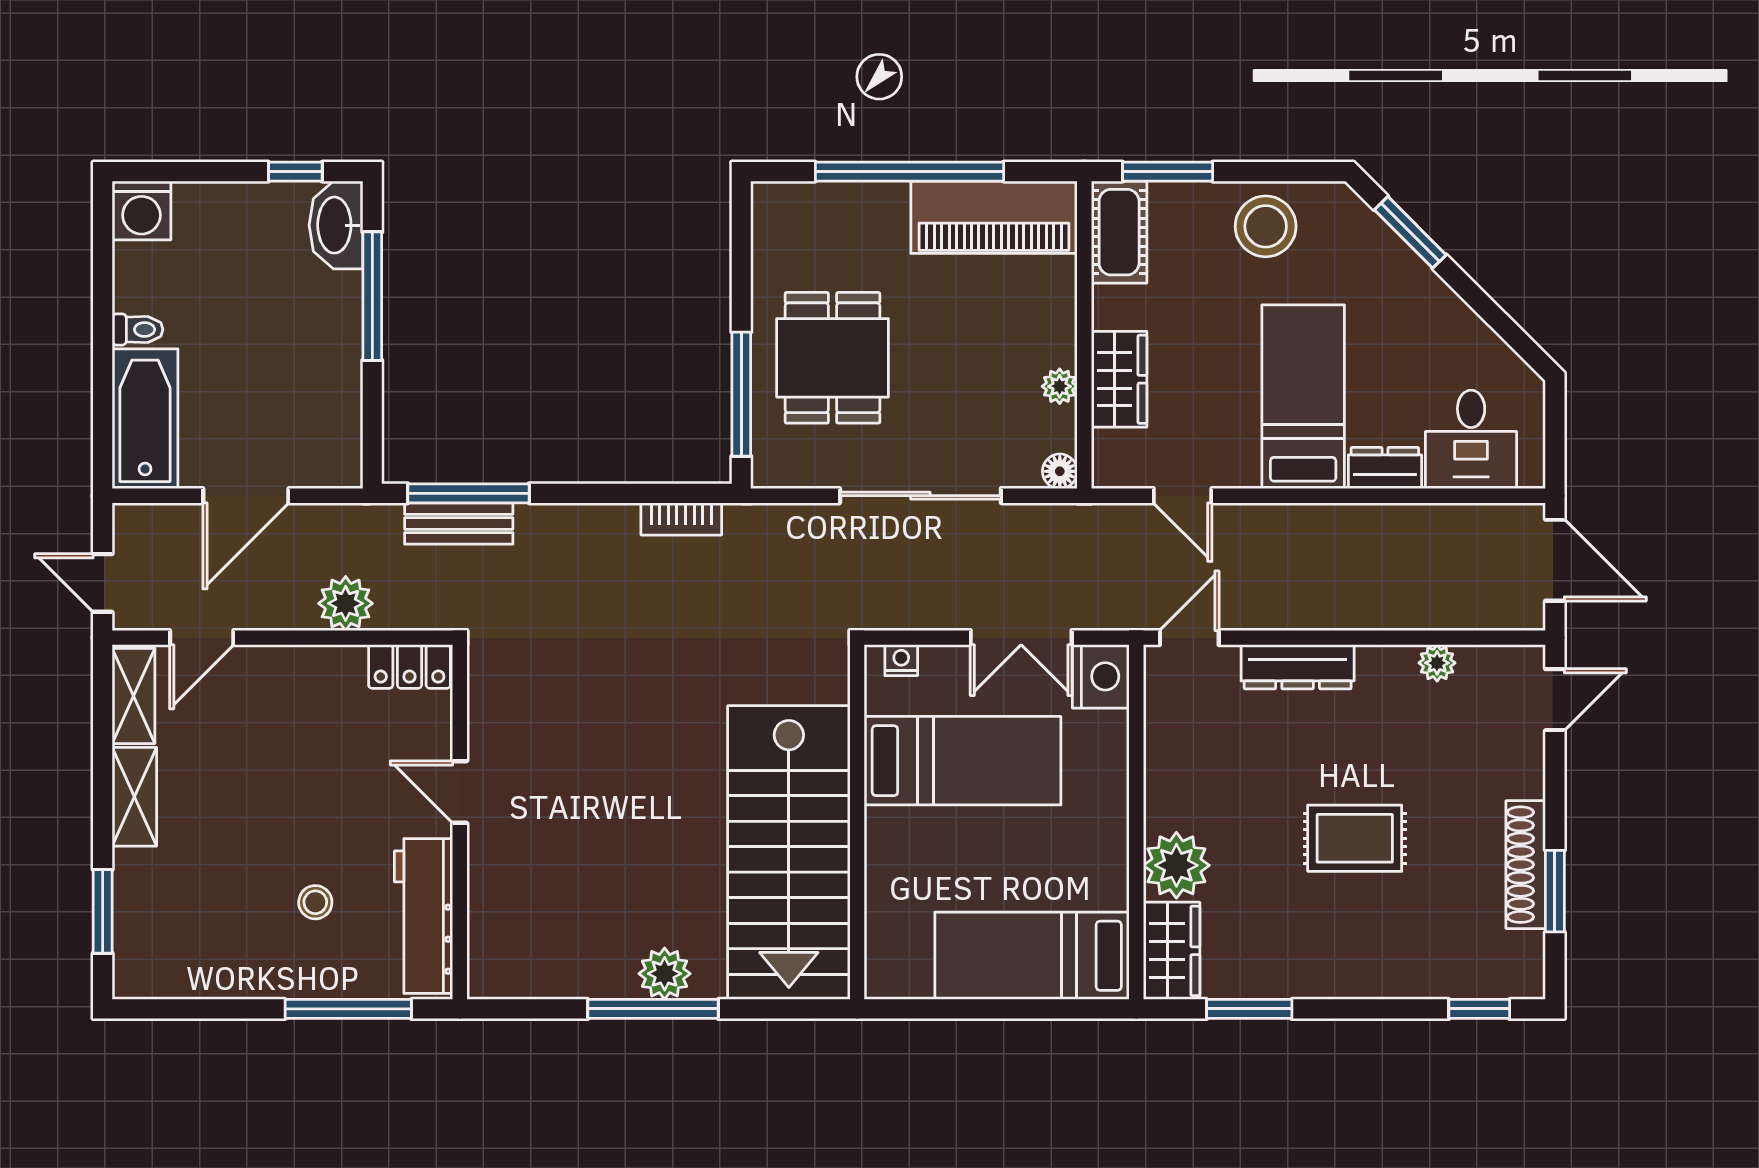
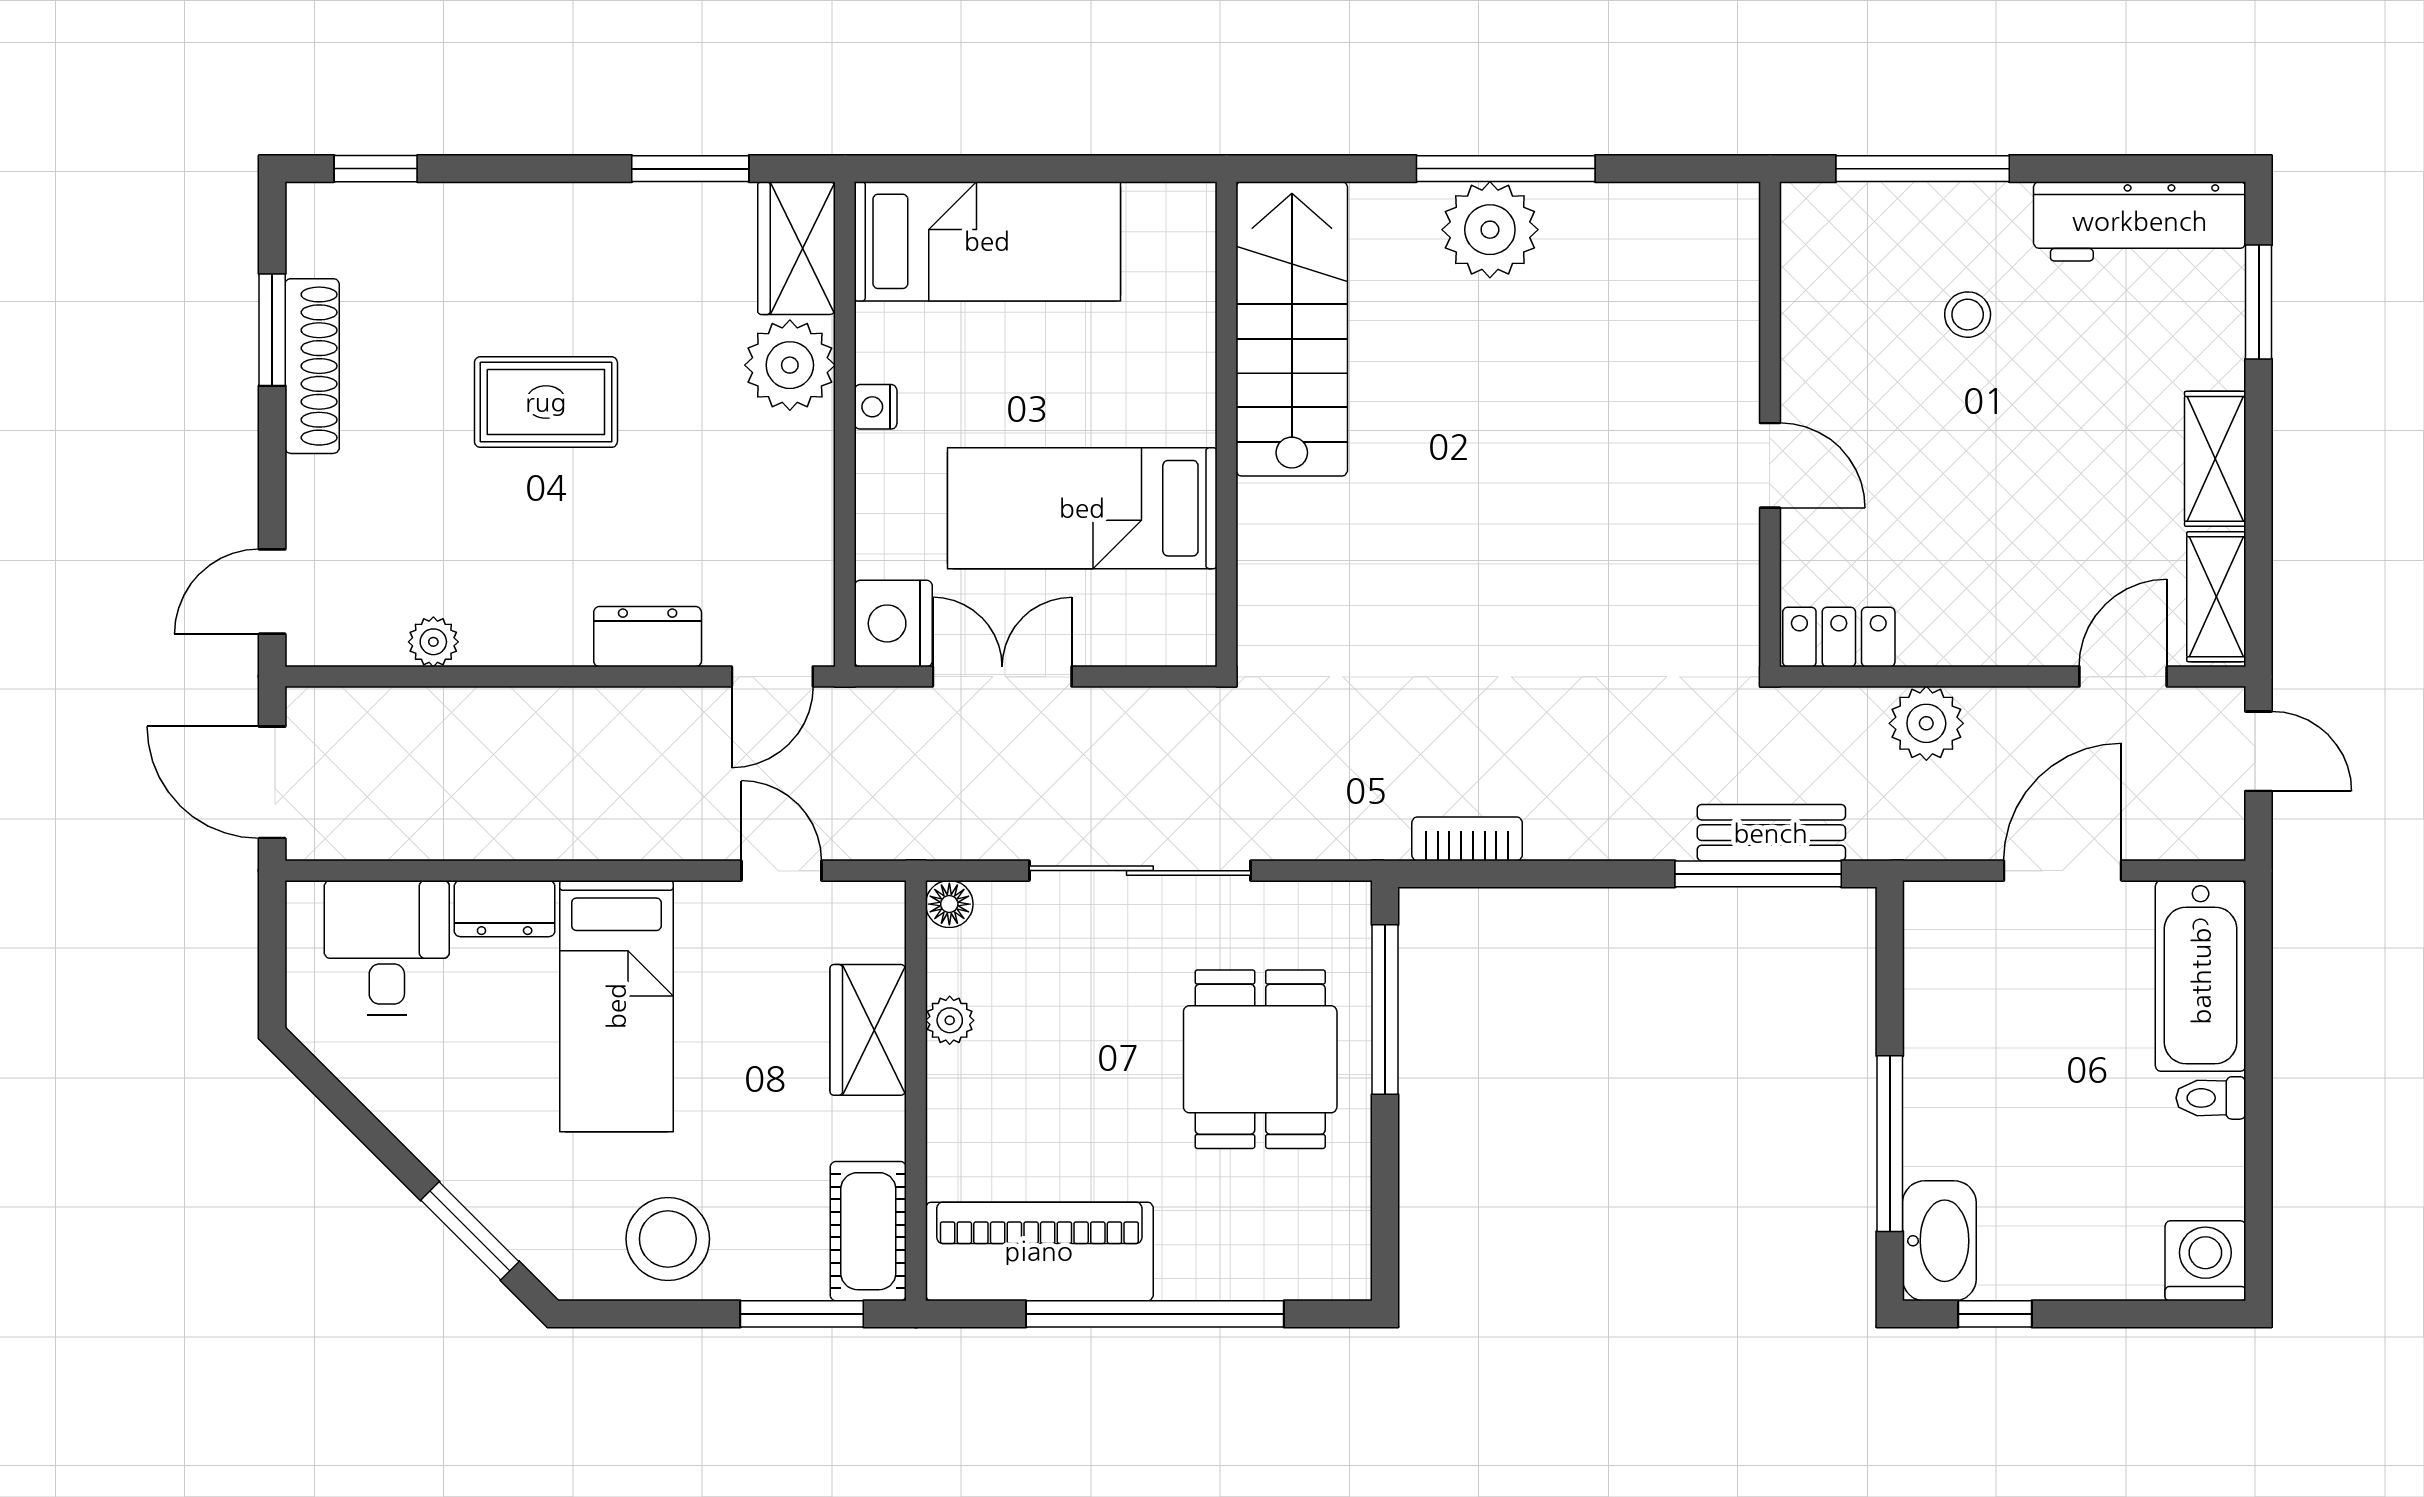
nightstand: (901, 660) -> (876, 407), moved, turned 90
dresser: (1298, 667) -> (648, 637), width x0.70
stairs: (789, 853) -> (1292, 329), width x0.73, depth x0.66
workbench: (424, 916) -> (2140, 221), moved, turned 90
plant: (665, 974) -> (1490, 230), width x1.36, depth x1.36

